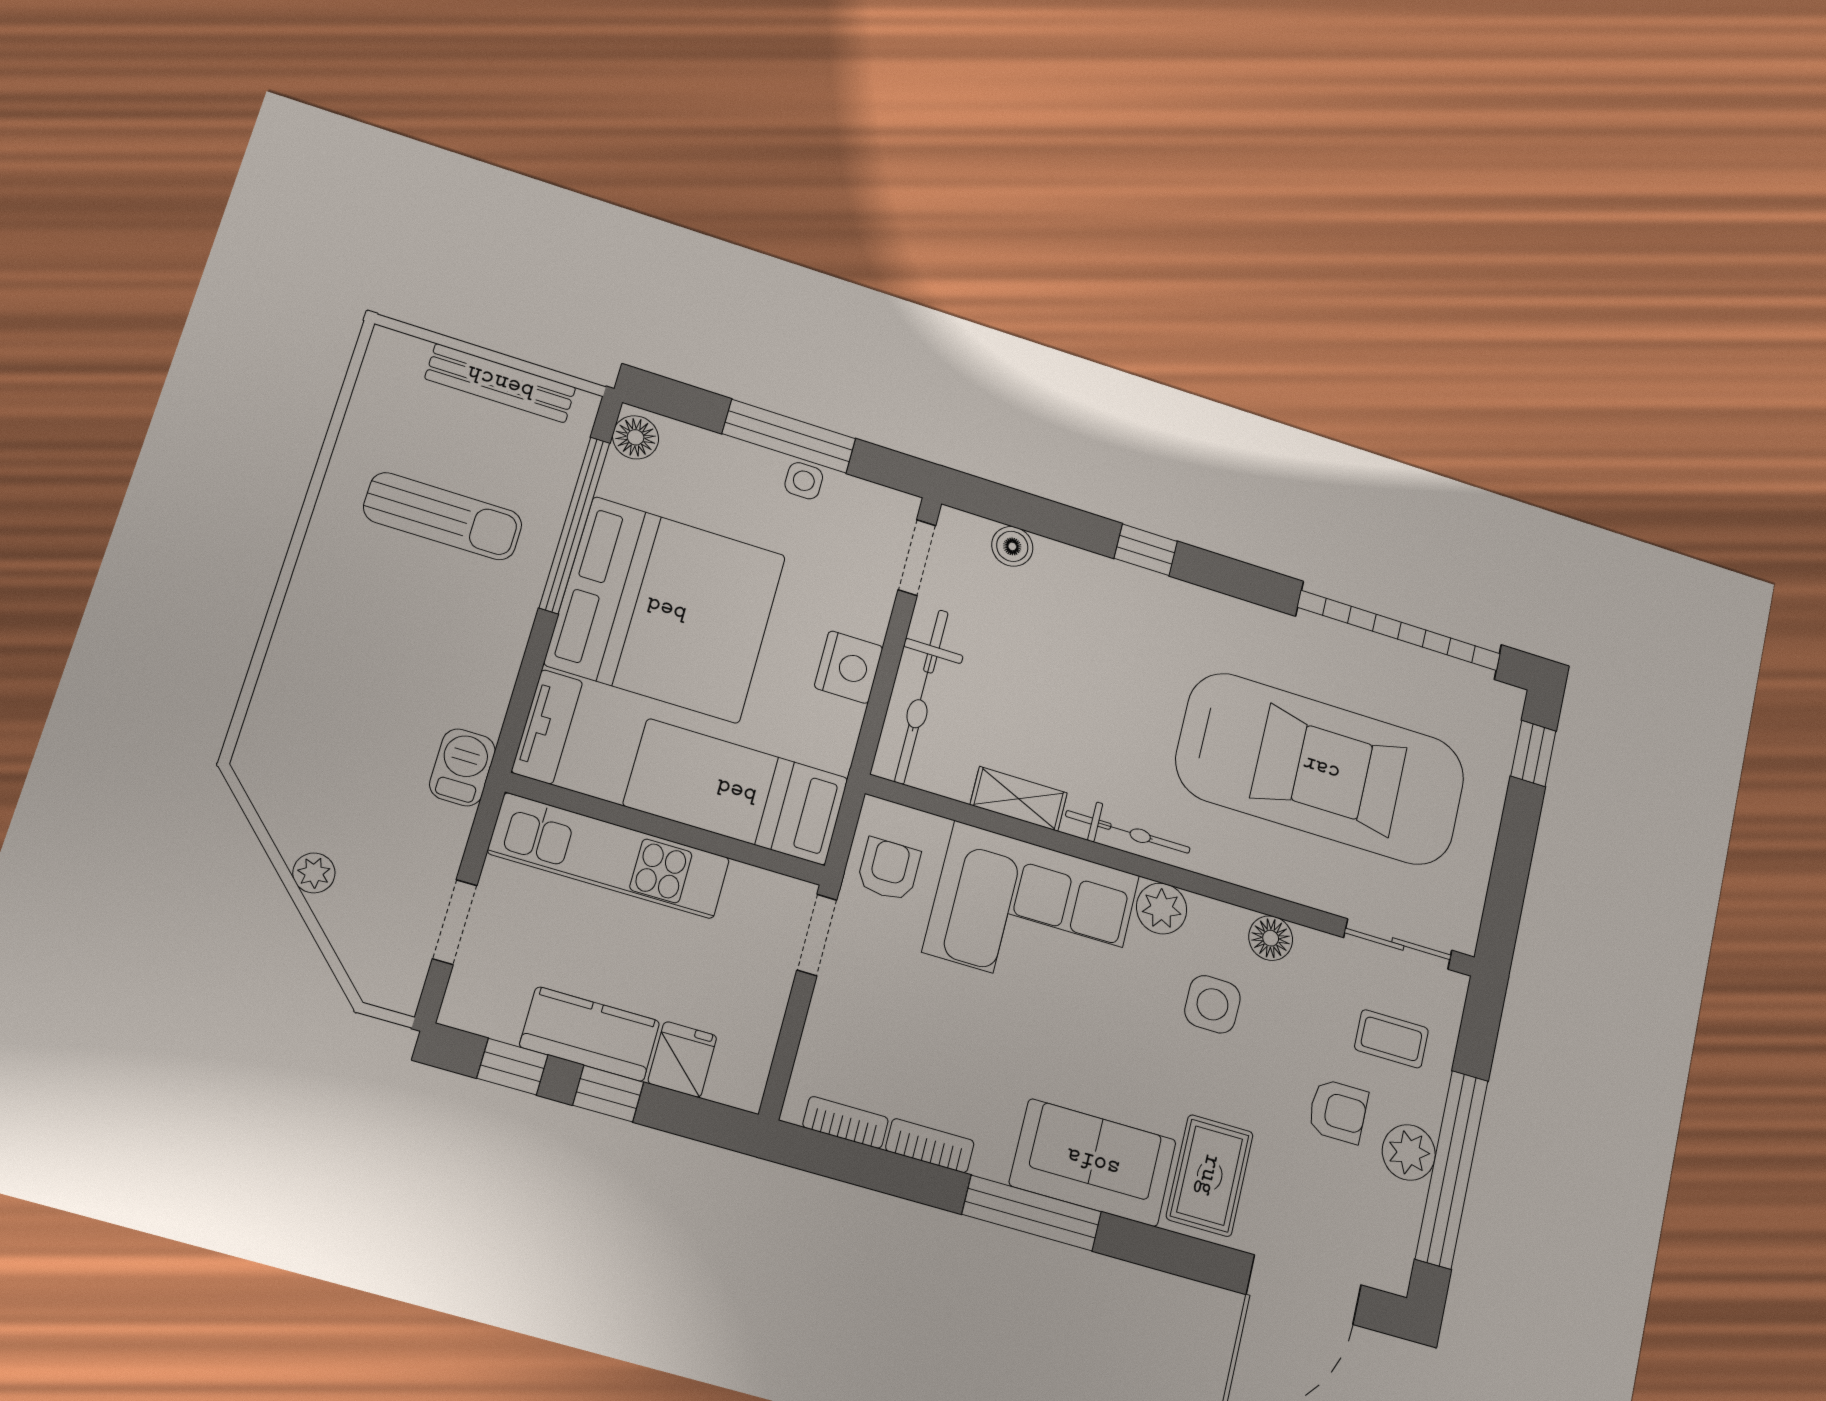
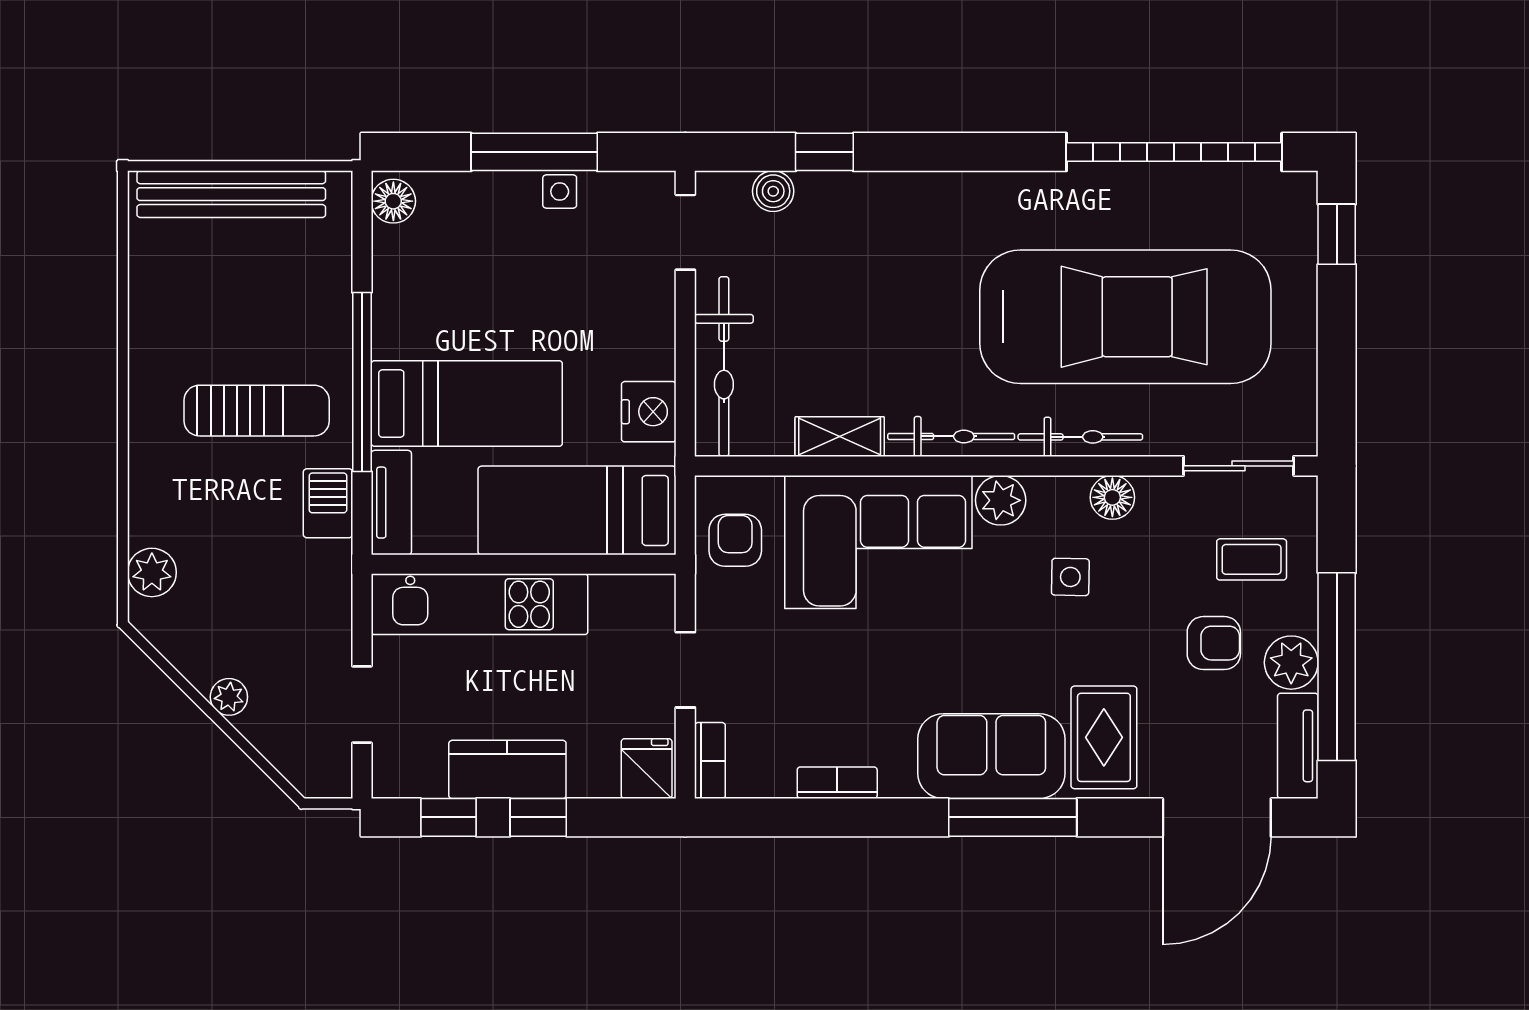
bench: (500, 383) -> (231, 194), width x1.37, depth x1.21
sun lounger: (443, 516) -> (257, 411), moved
window: (575, 525) -> (362, 382), moved
window: (1146, 550) -> (824, 152), moved
bed: (666, 610) -> (467, 404), width x0.49
nightstand: (849, 667) -> (649, 412), moved
plant: (272, 721) -> (152, 572), added
barbecue: (462, 767) -> (328, 503), moved
bicycle: (1253, 870) -> (1080, 437), added
doorway: (817, 935) -> (685, 670), moved
side table: (1212, 1004) -> (1070, 577), width x0.73, depth x0.73
fridge: (682, 1059) -> (647, 769), moved
bookcase: (846, 1122) -> (710, 761), moved, turned 90
window: (1032, 1213) -> (1013, 817), moved
tv unit: (1398, 1239) -> (1298, 746), added

